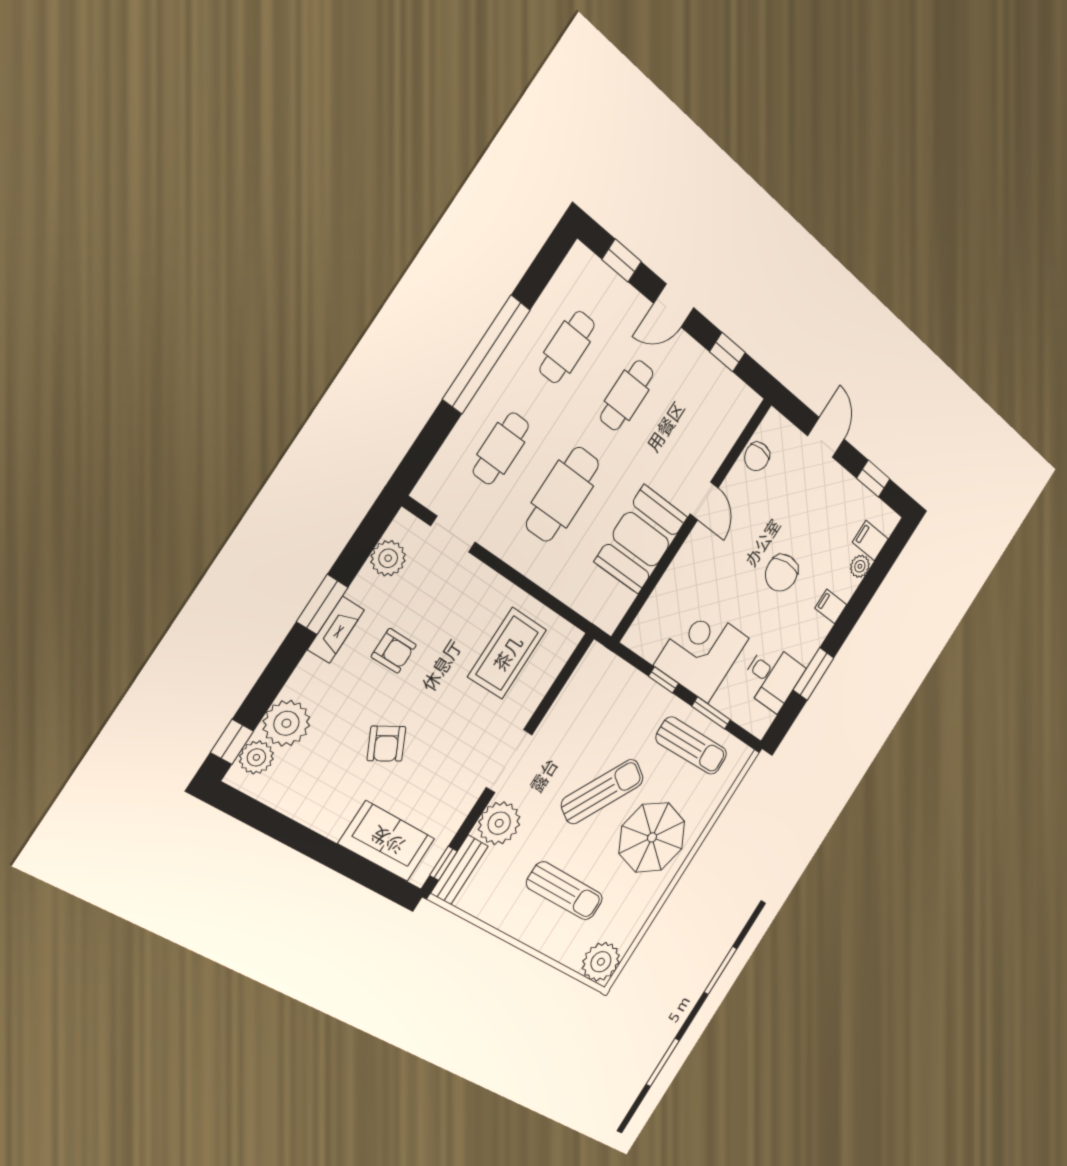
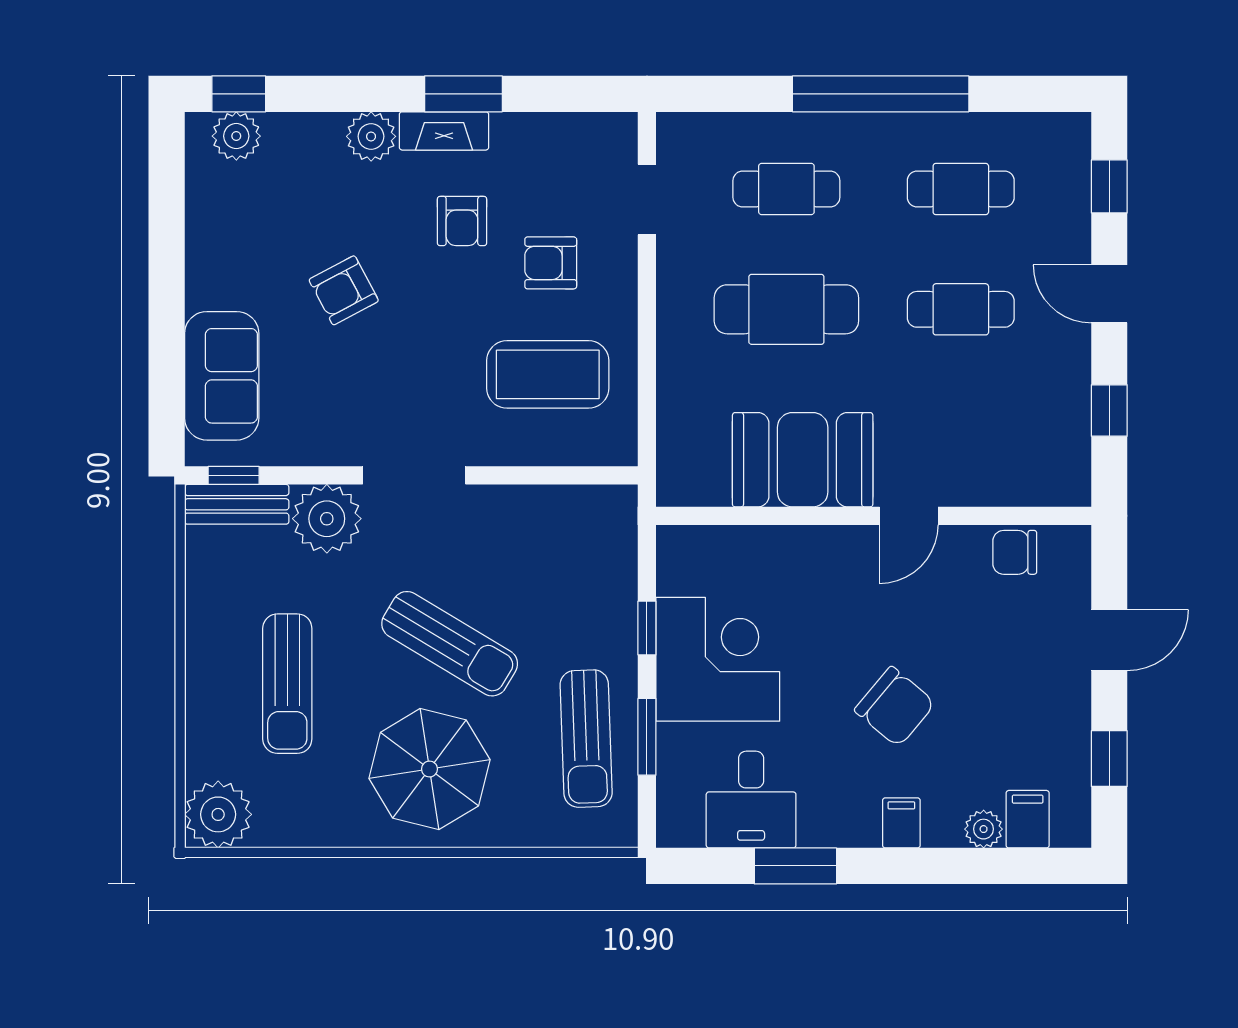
plant: (388, 558) -> (567, 138), removed
chair: (782, 573) -> (895, 707), turned -135
armchair: (450, 613) -> (551, 263), added
plant: (286, 723) -> (371, 136), moved, width x0.73, depth x0.73

